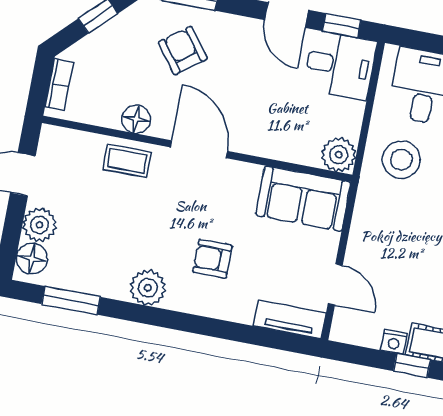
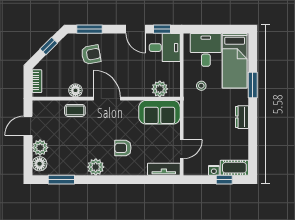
armchair: (183, 50) -> (91, 55), turned 117
plant: (339, 155) -> (160, 89), moved
stool: (401, 160) -> (201, 86), width x0.53, depth x0.53
door: (335, 284) -> (182, 149), hinge flipped

